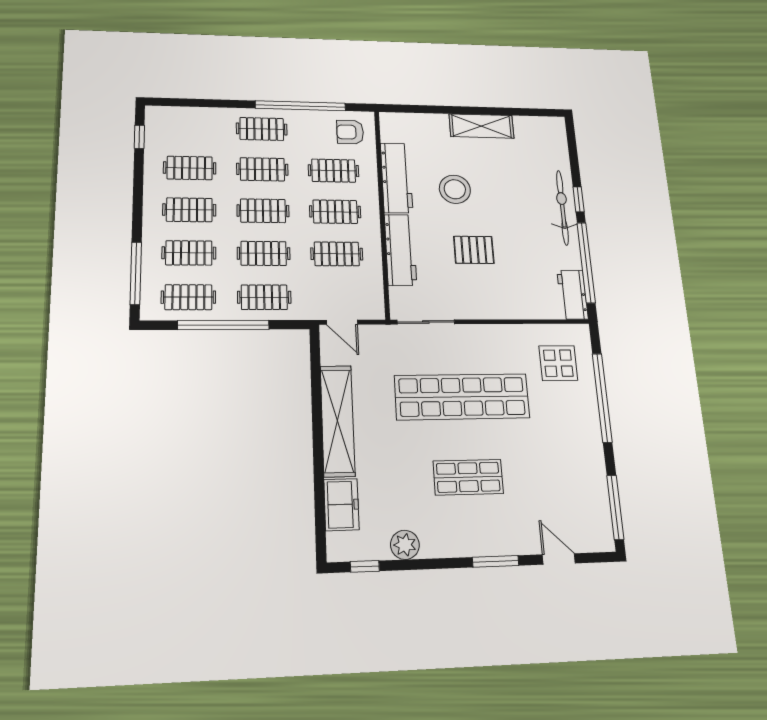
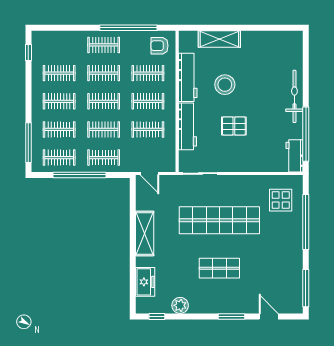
shelving: (481, 126) -> (219, 39), moved
window: (579, 199) -> (306, 90), removed
shelving: (338, 421) -> (145, 233), width x0.68

